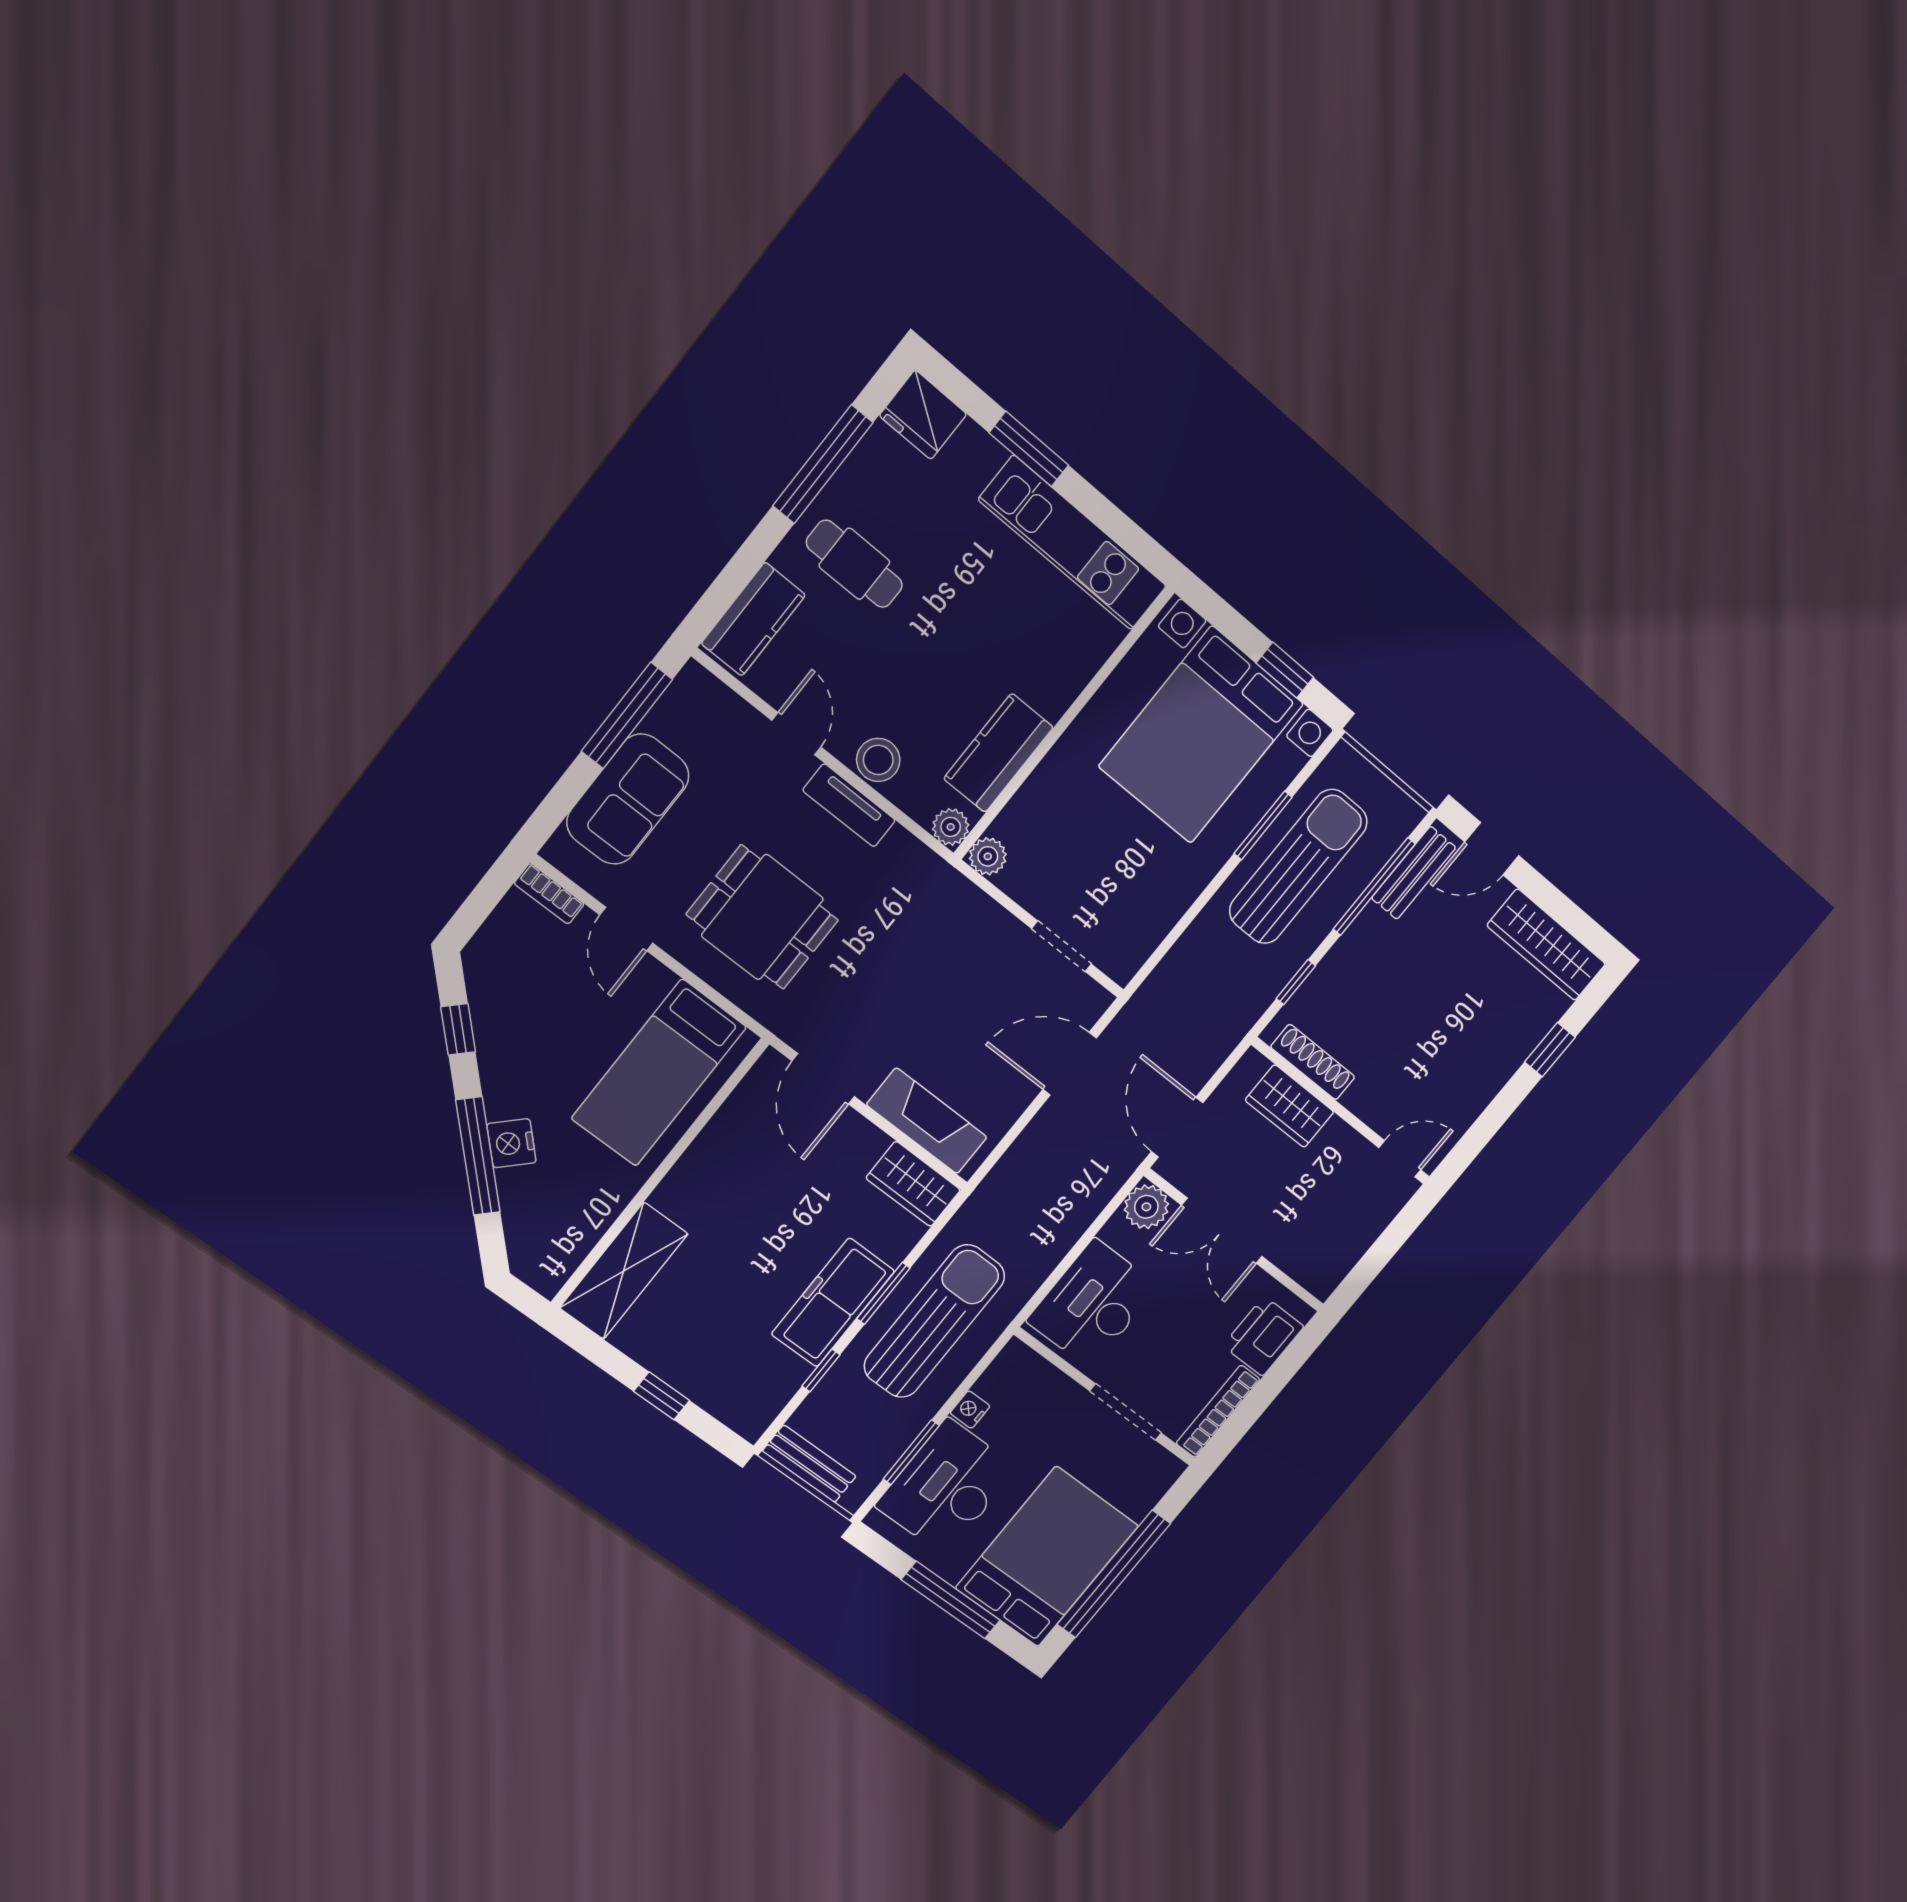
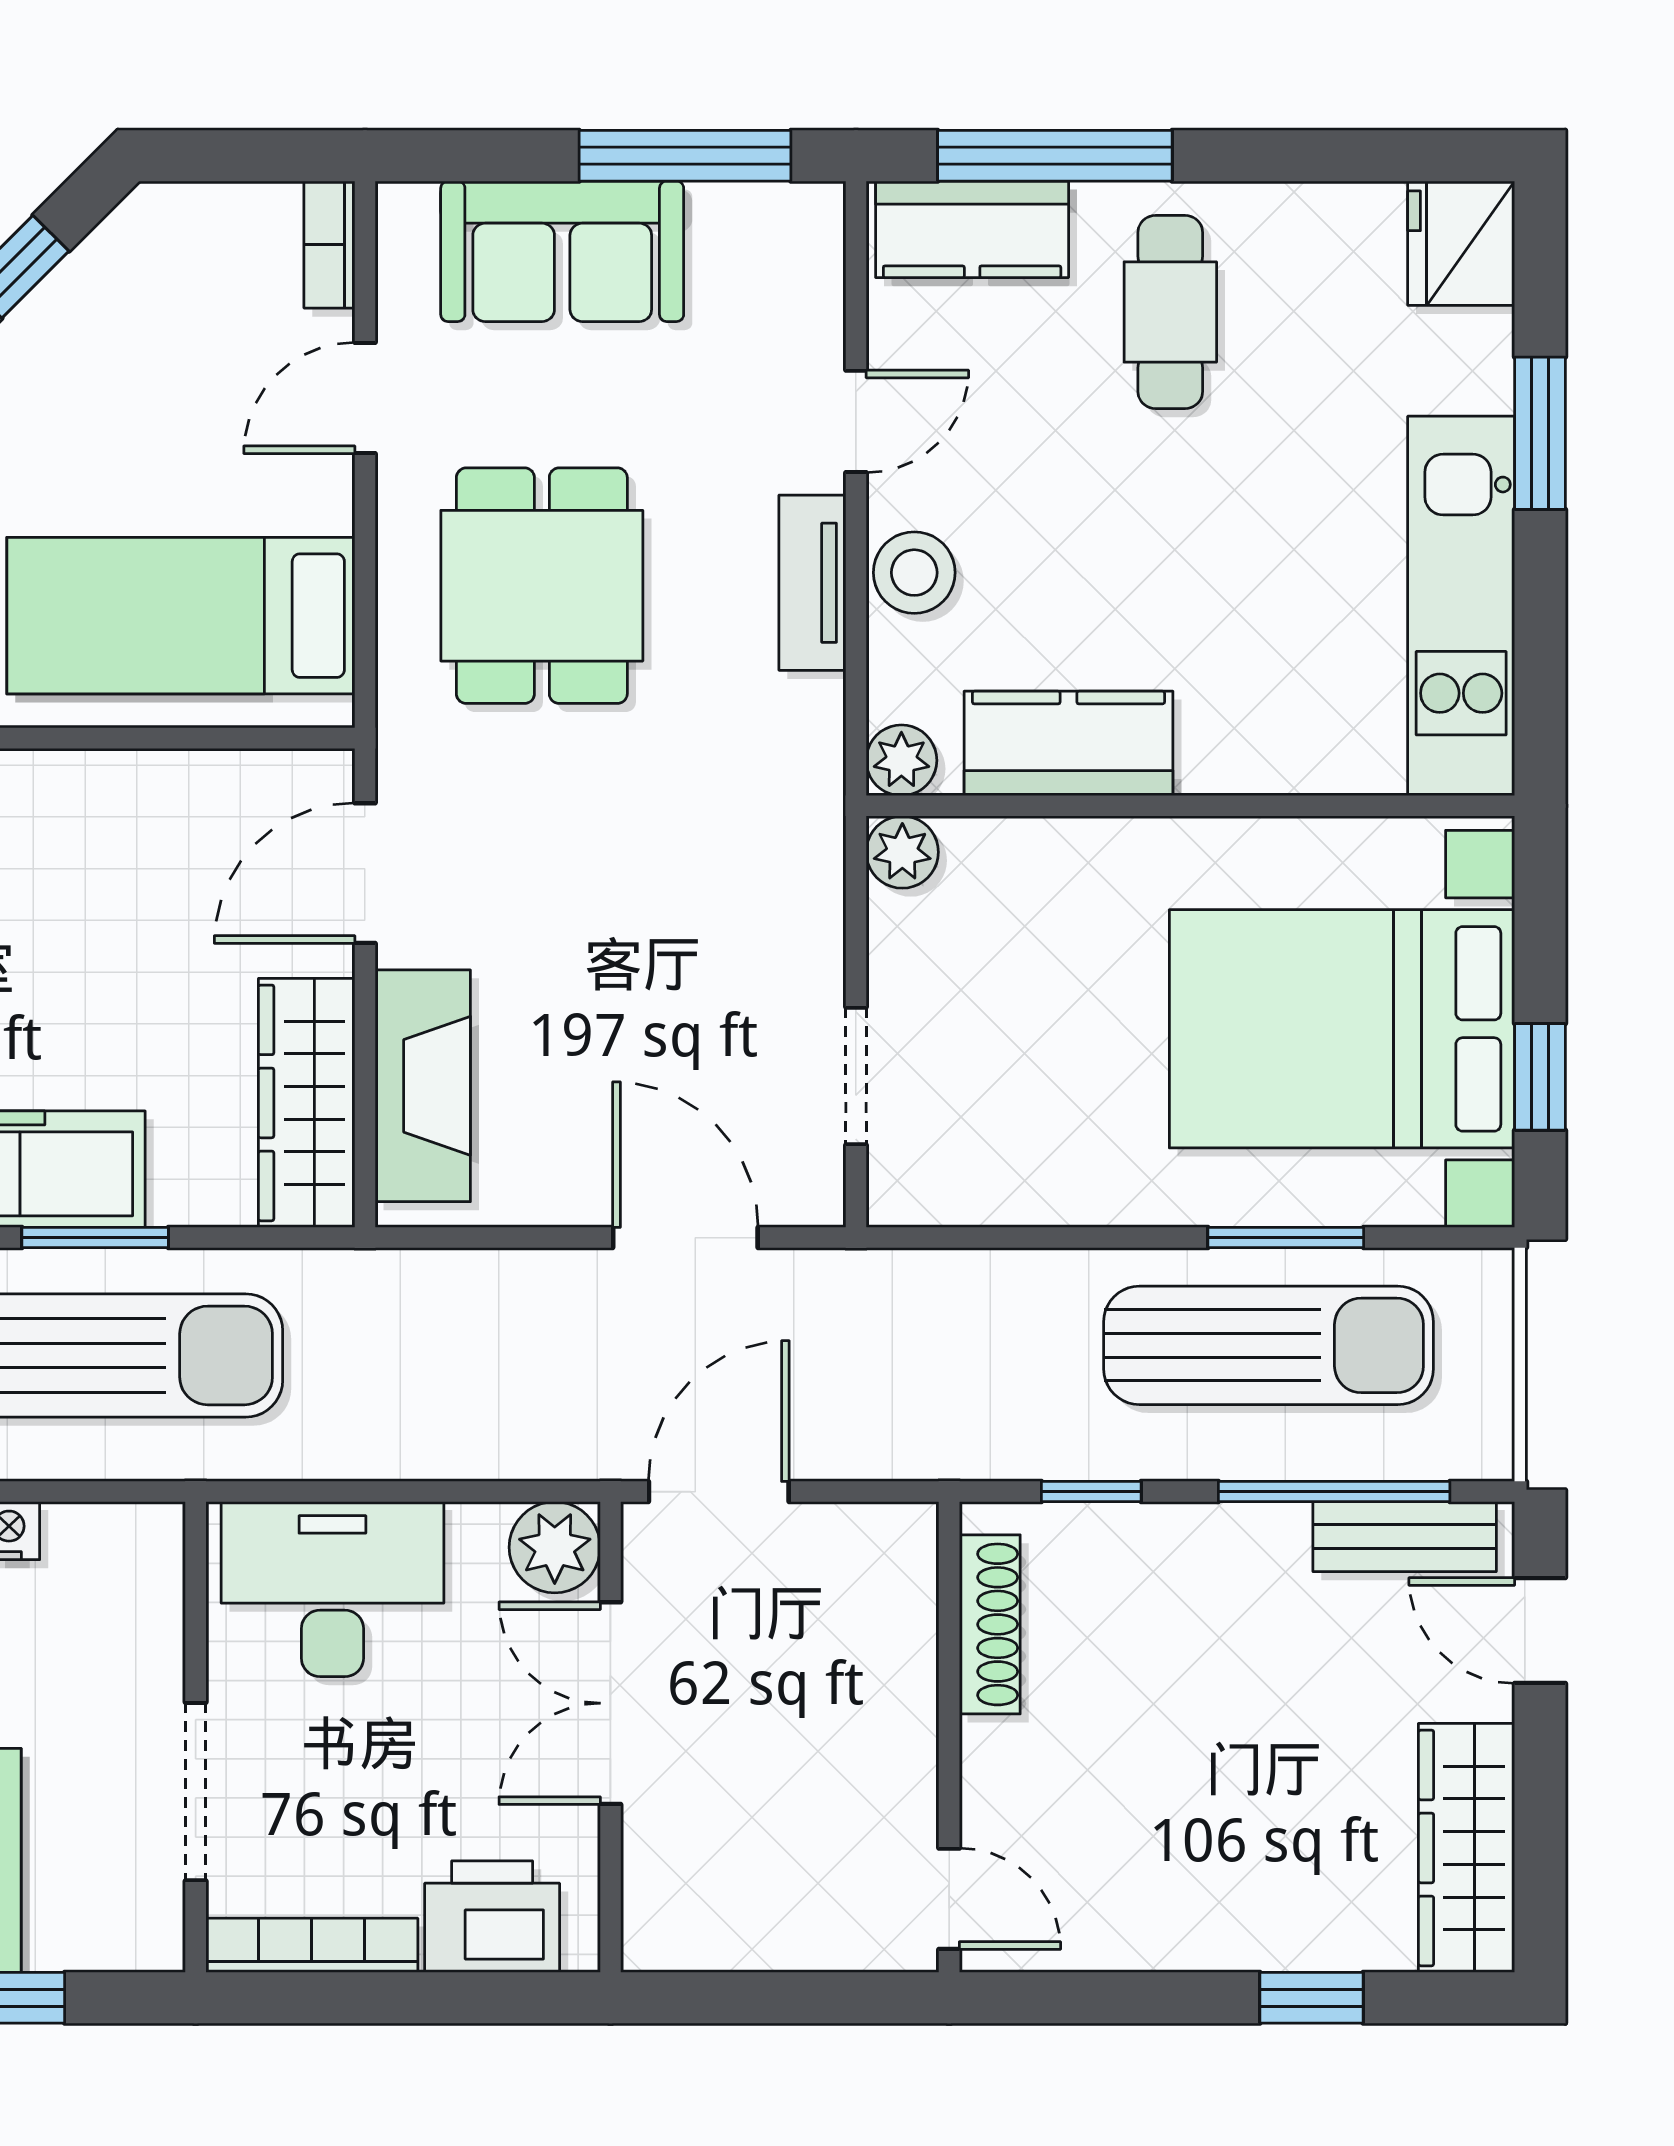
window: (823, 464) -> (1055, 156), moved
wardrobe: (1289, 1106) -> (892, 1645), removed
wardrobe: (913, 1184) -> (307, 1103), width x1.50

